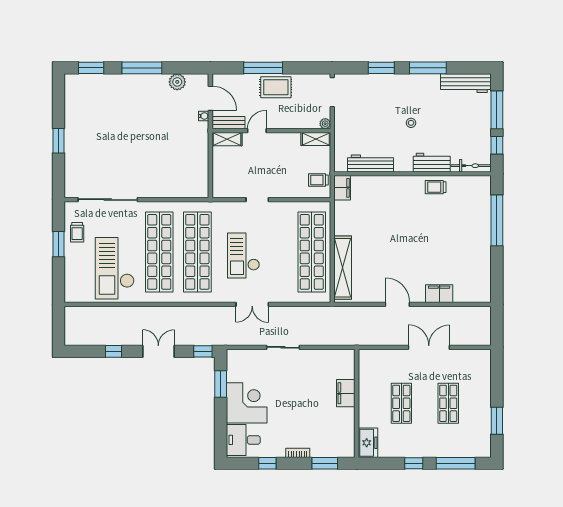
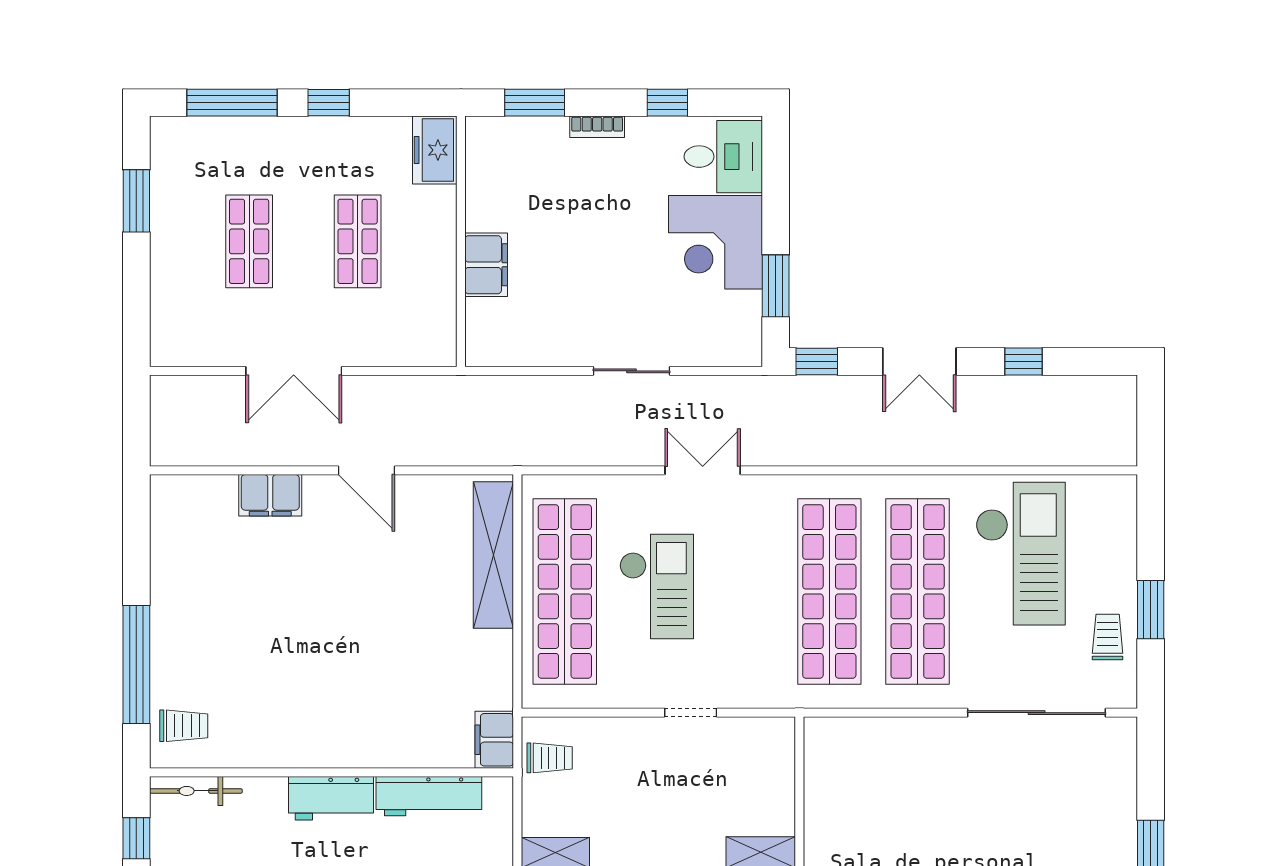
workbench: (432, 163) -> (331, 798), moved
trolley: (436, 187) -> (184, 726), moved
checkout: (243, 256) -> (657, 586), moved

